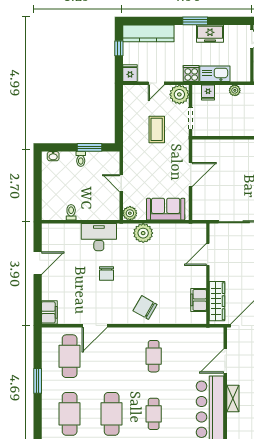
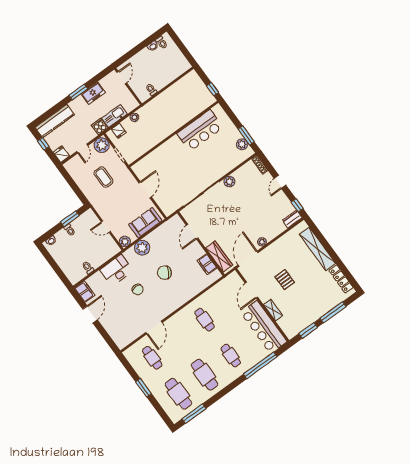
chair: (145, 308) -> (164, 273), moved
filing cabinet: (49, 312) -> (85, 292), moved
cafe table: (70, 356) -> (152, 358), width x0.73, depth x0.74

